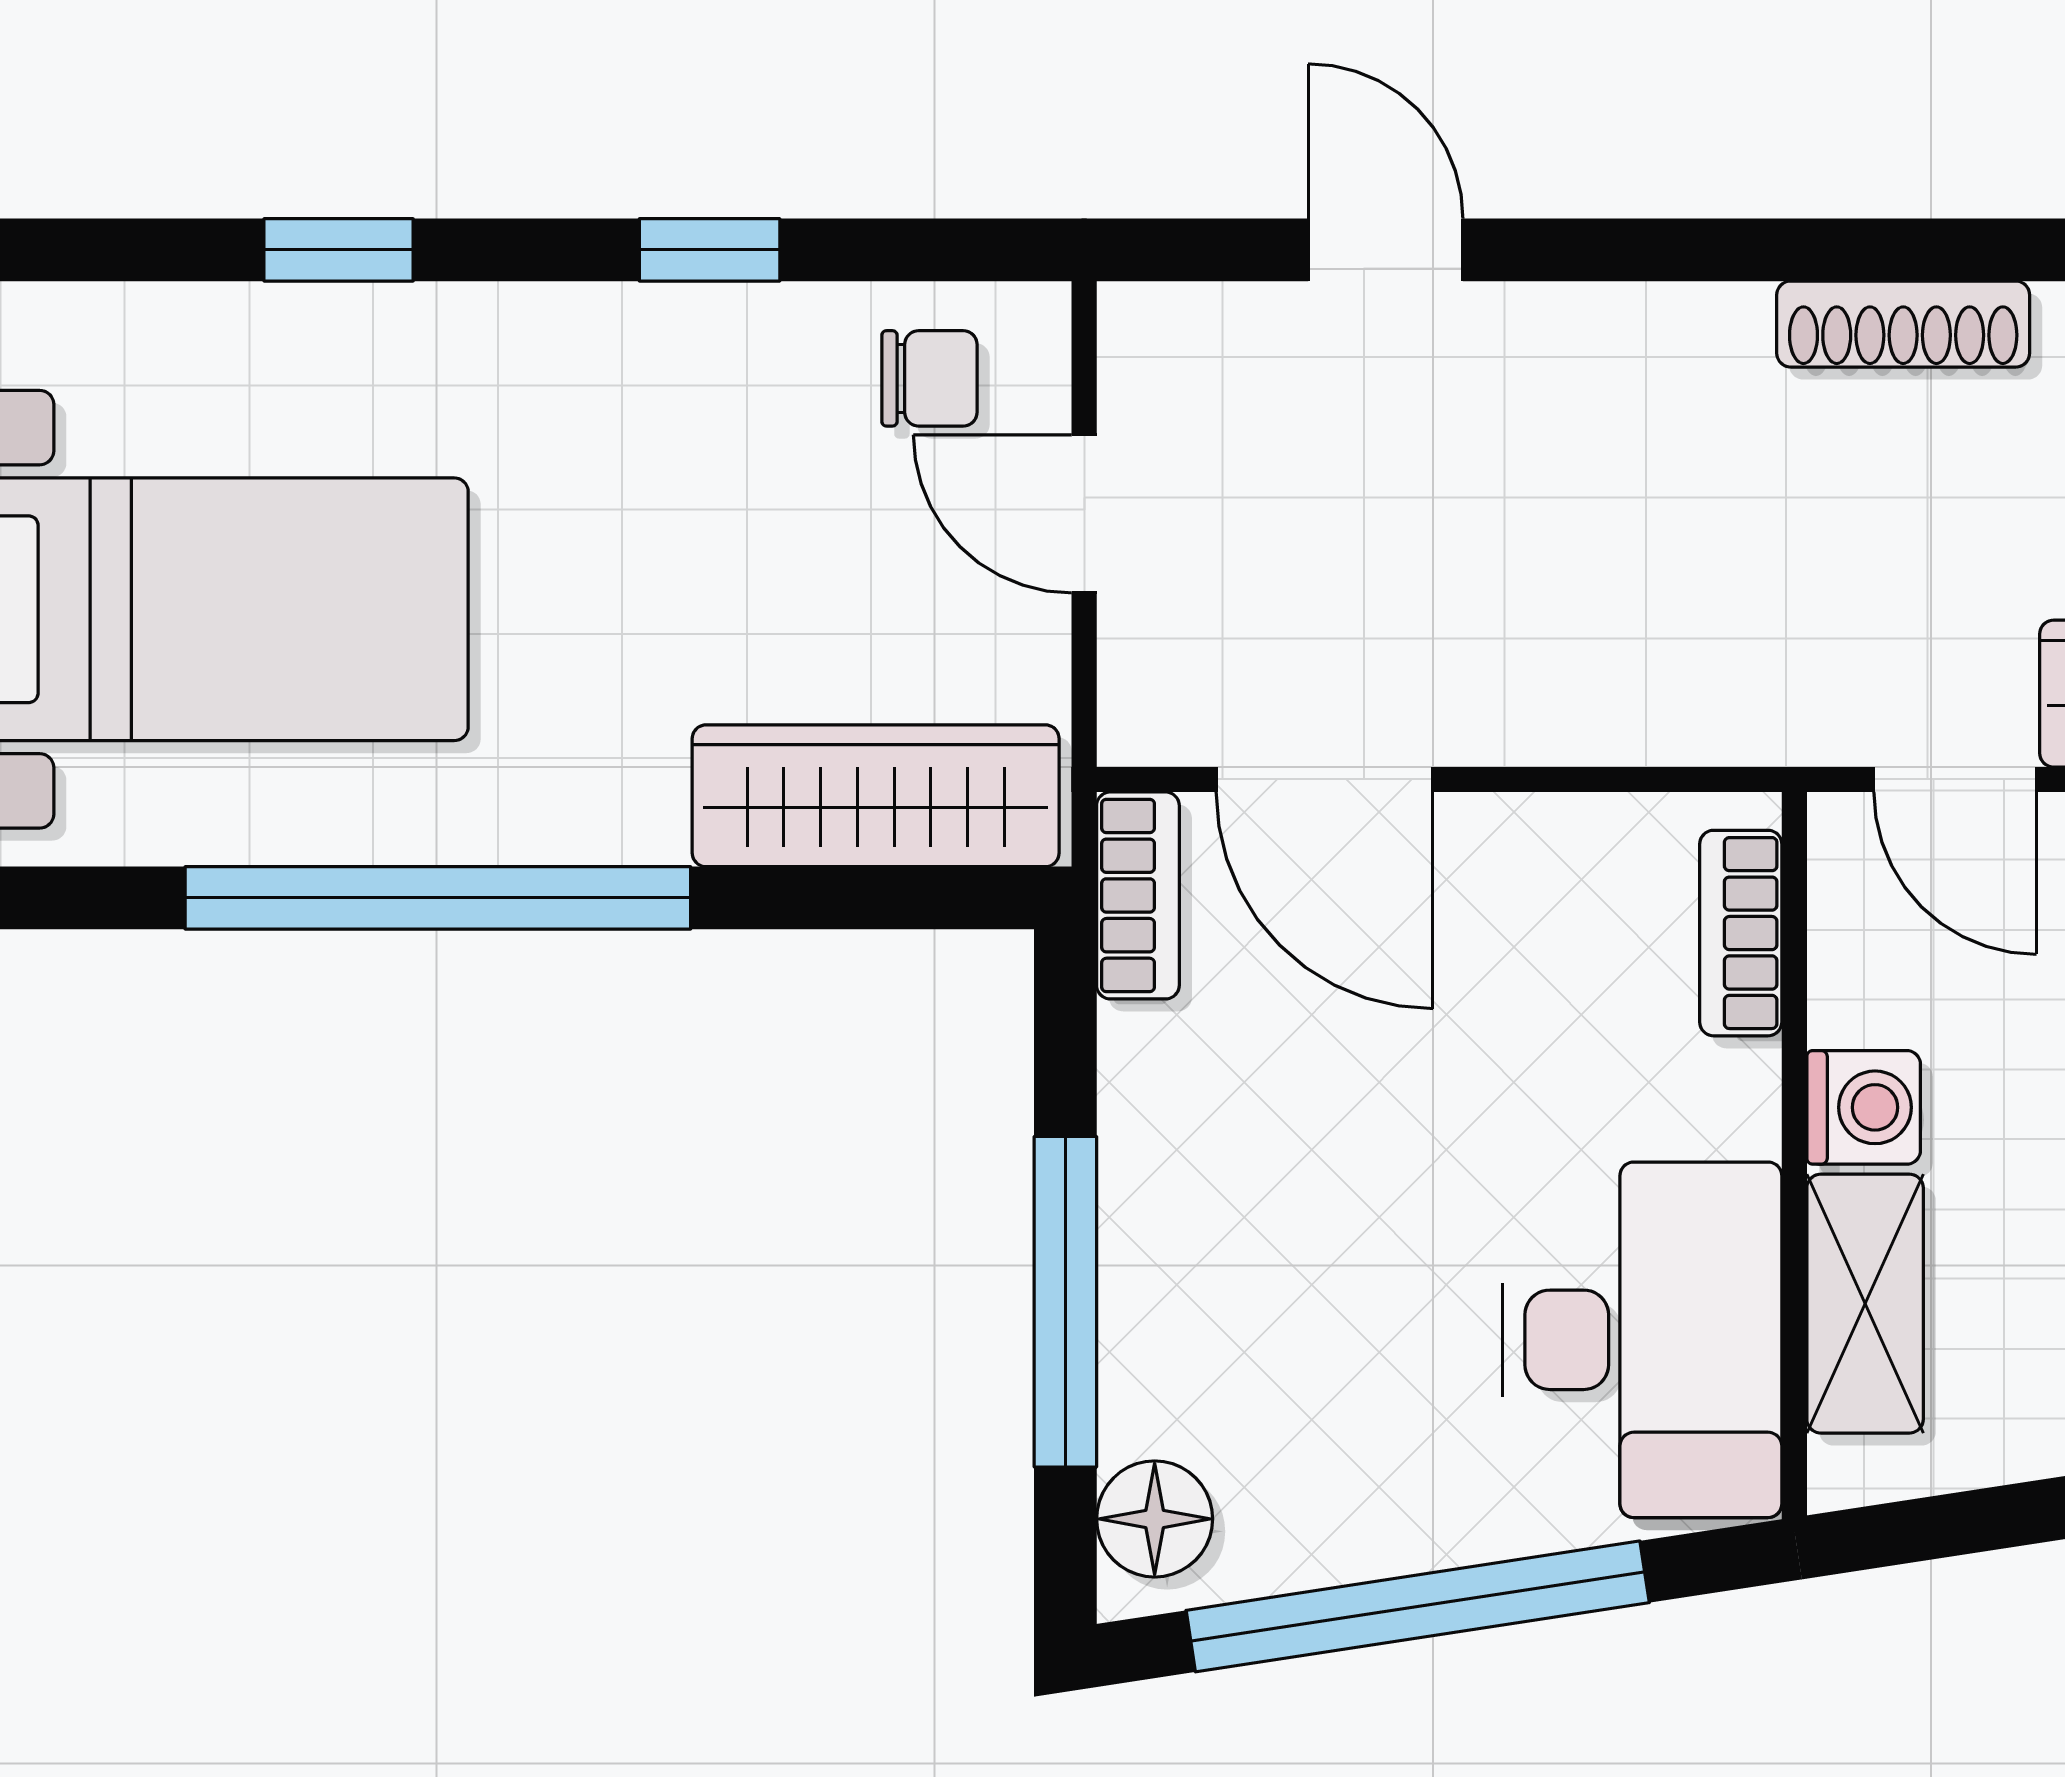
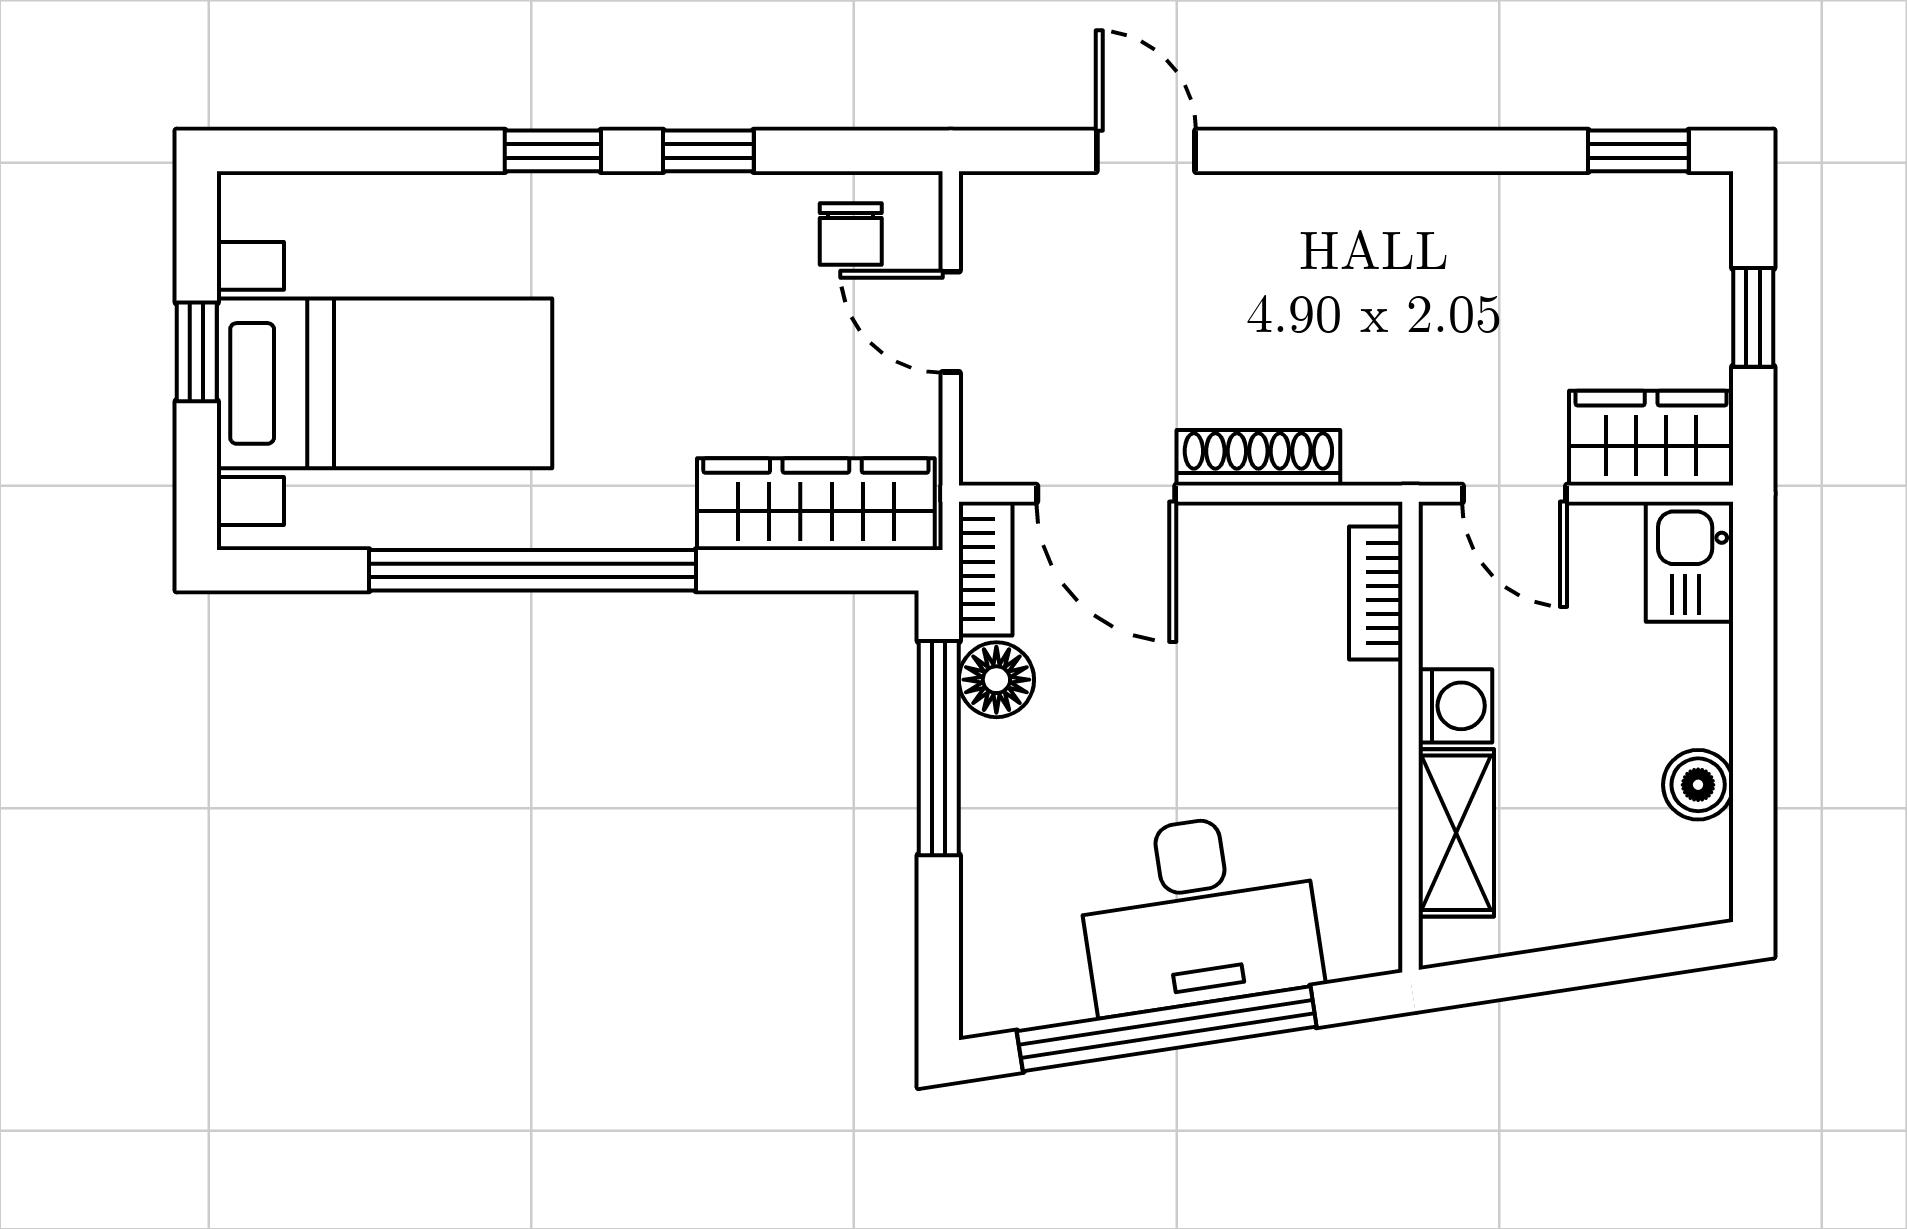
window: (339, 250) -> (553, 151), moved
shoe rack: (1903, 324) -> (1258, 458), moved, turned 180
chair: (929, 378) -> (851, 234), turned 90
window: (1065, 1302) -> (939, 748), moved
desk: (1642, 1340) -> (1199, 912), moved, turned 81
floor lamp: (1155, 1519) -> (996, 680), moved

